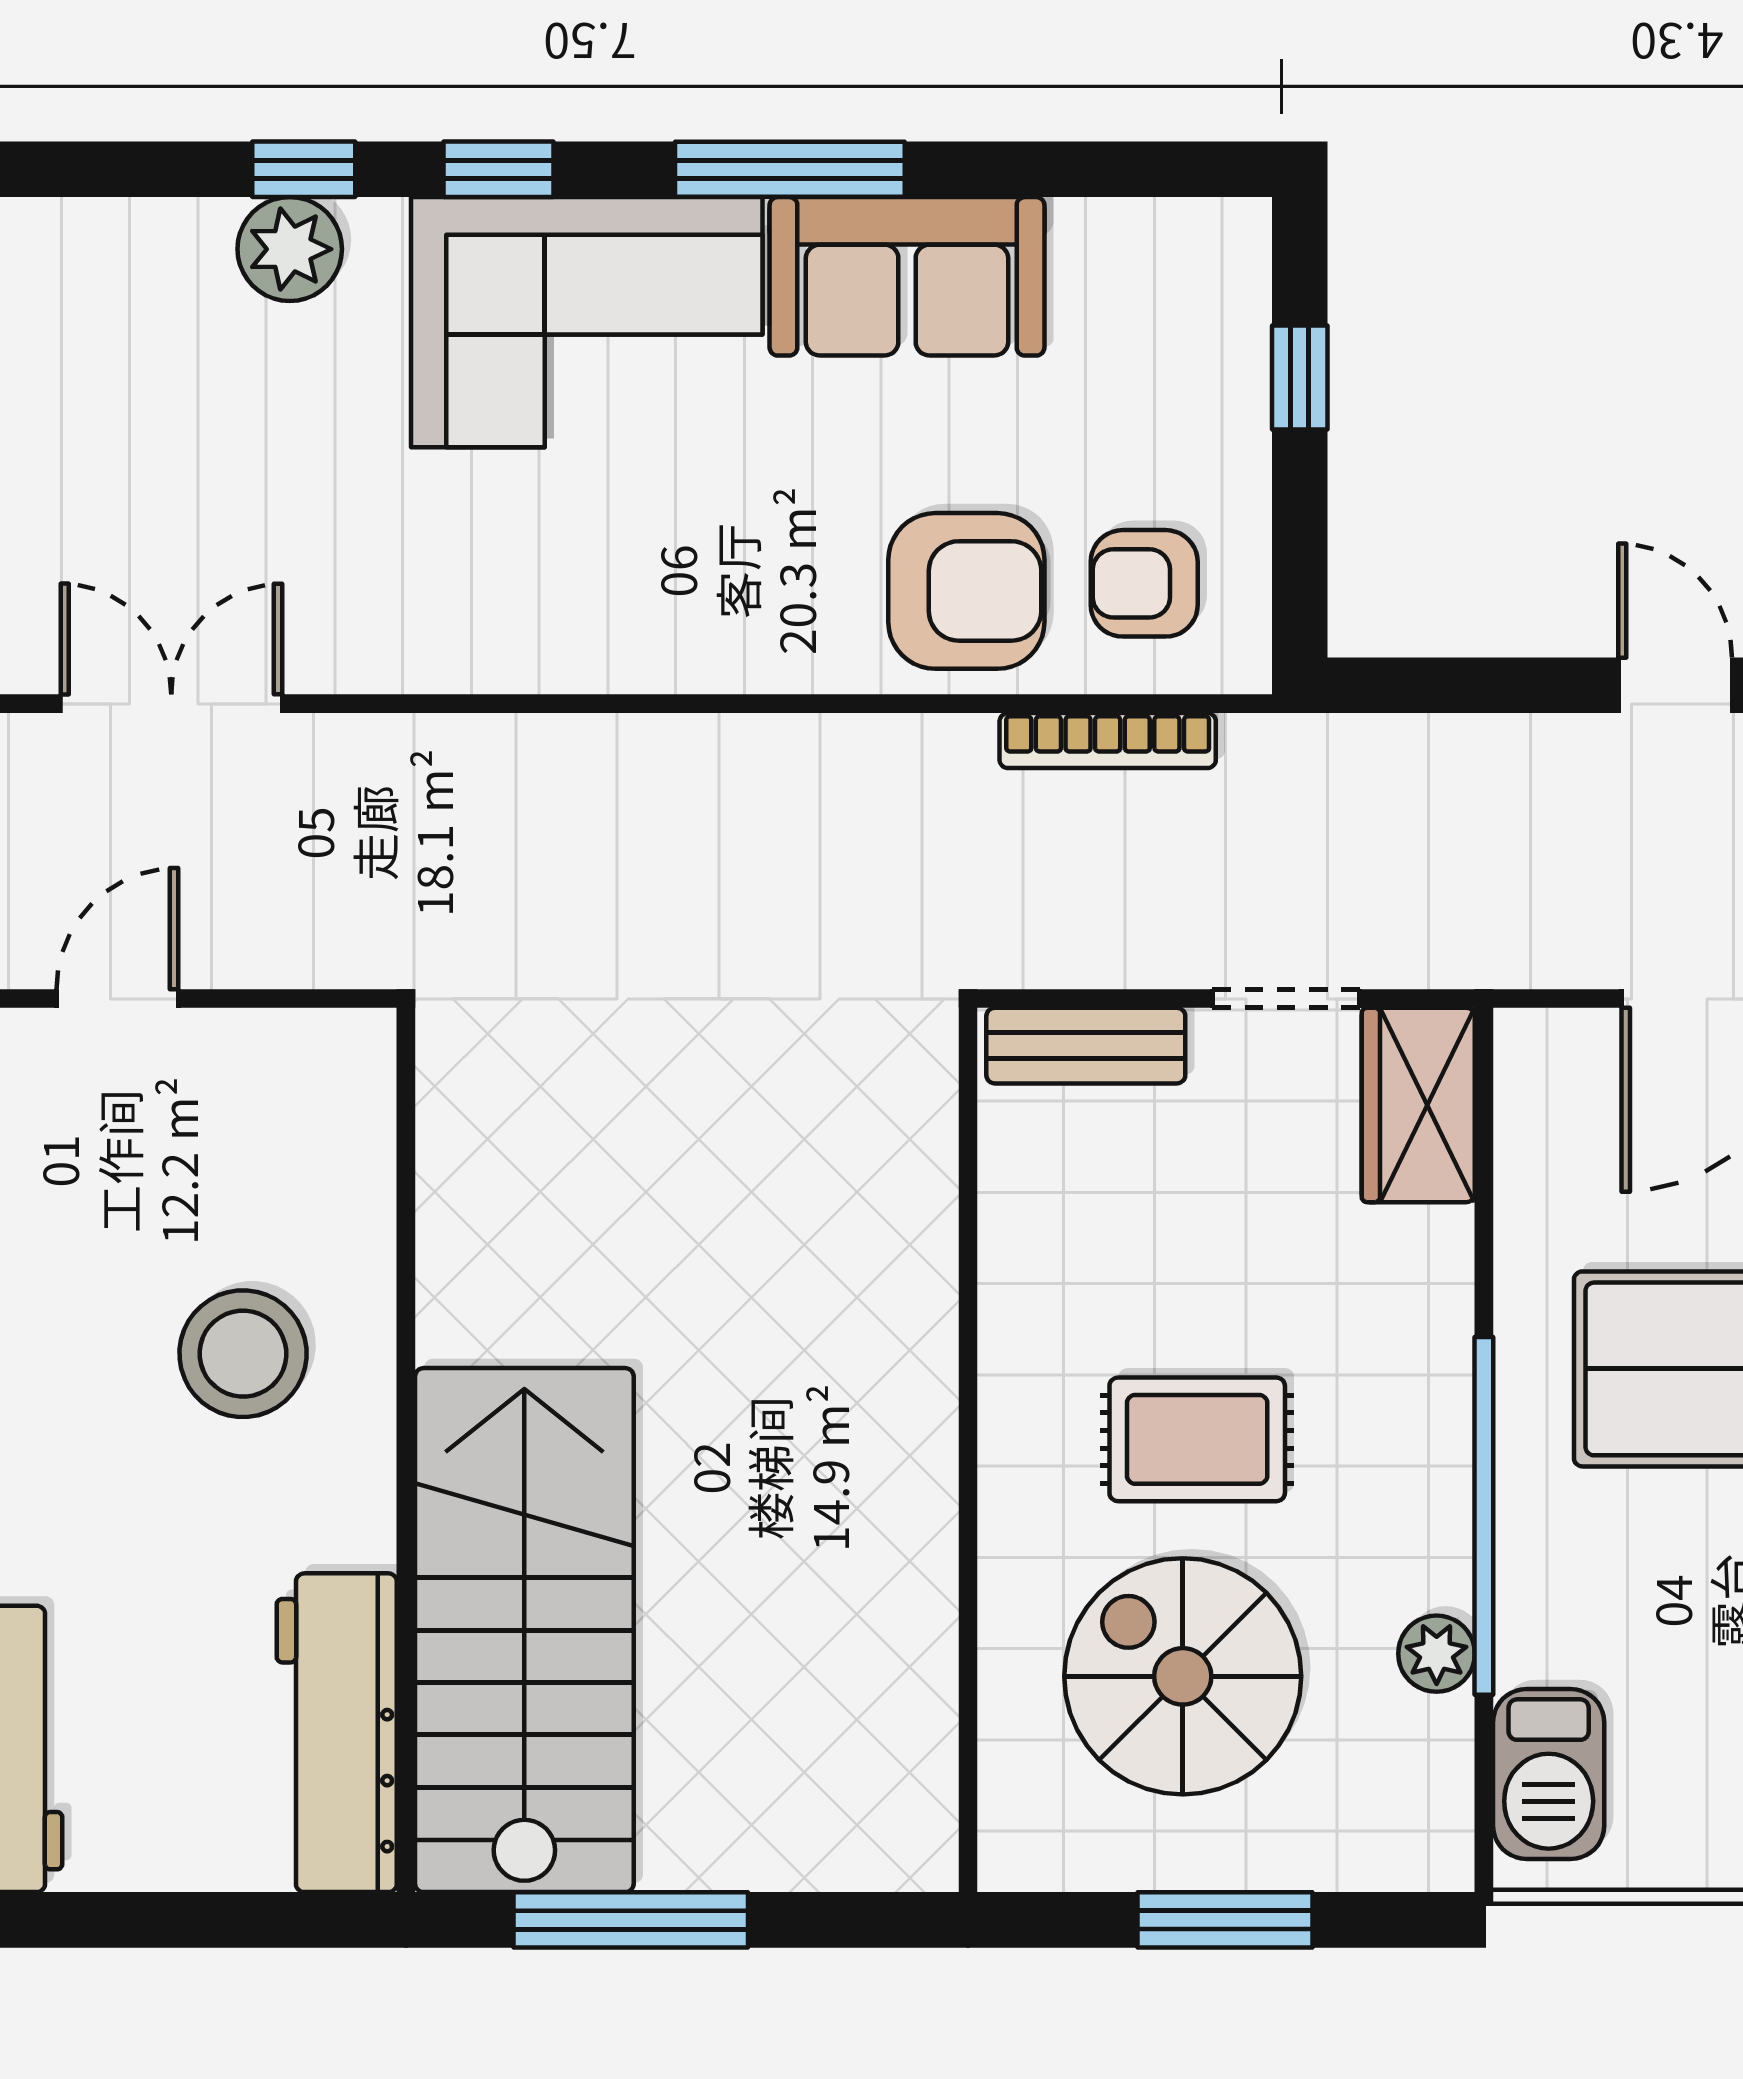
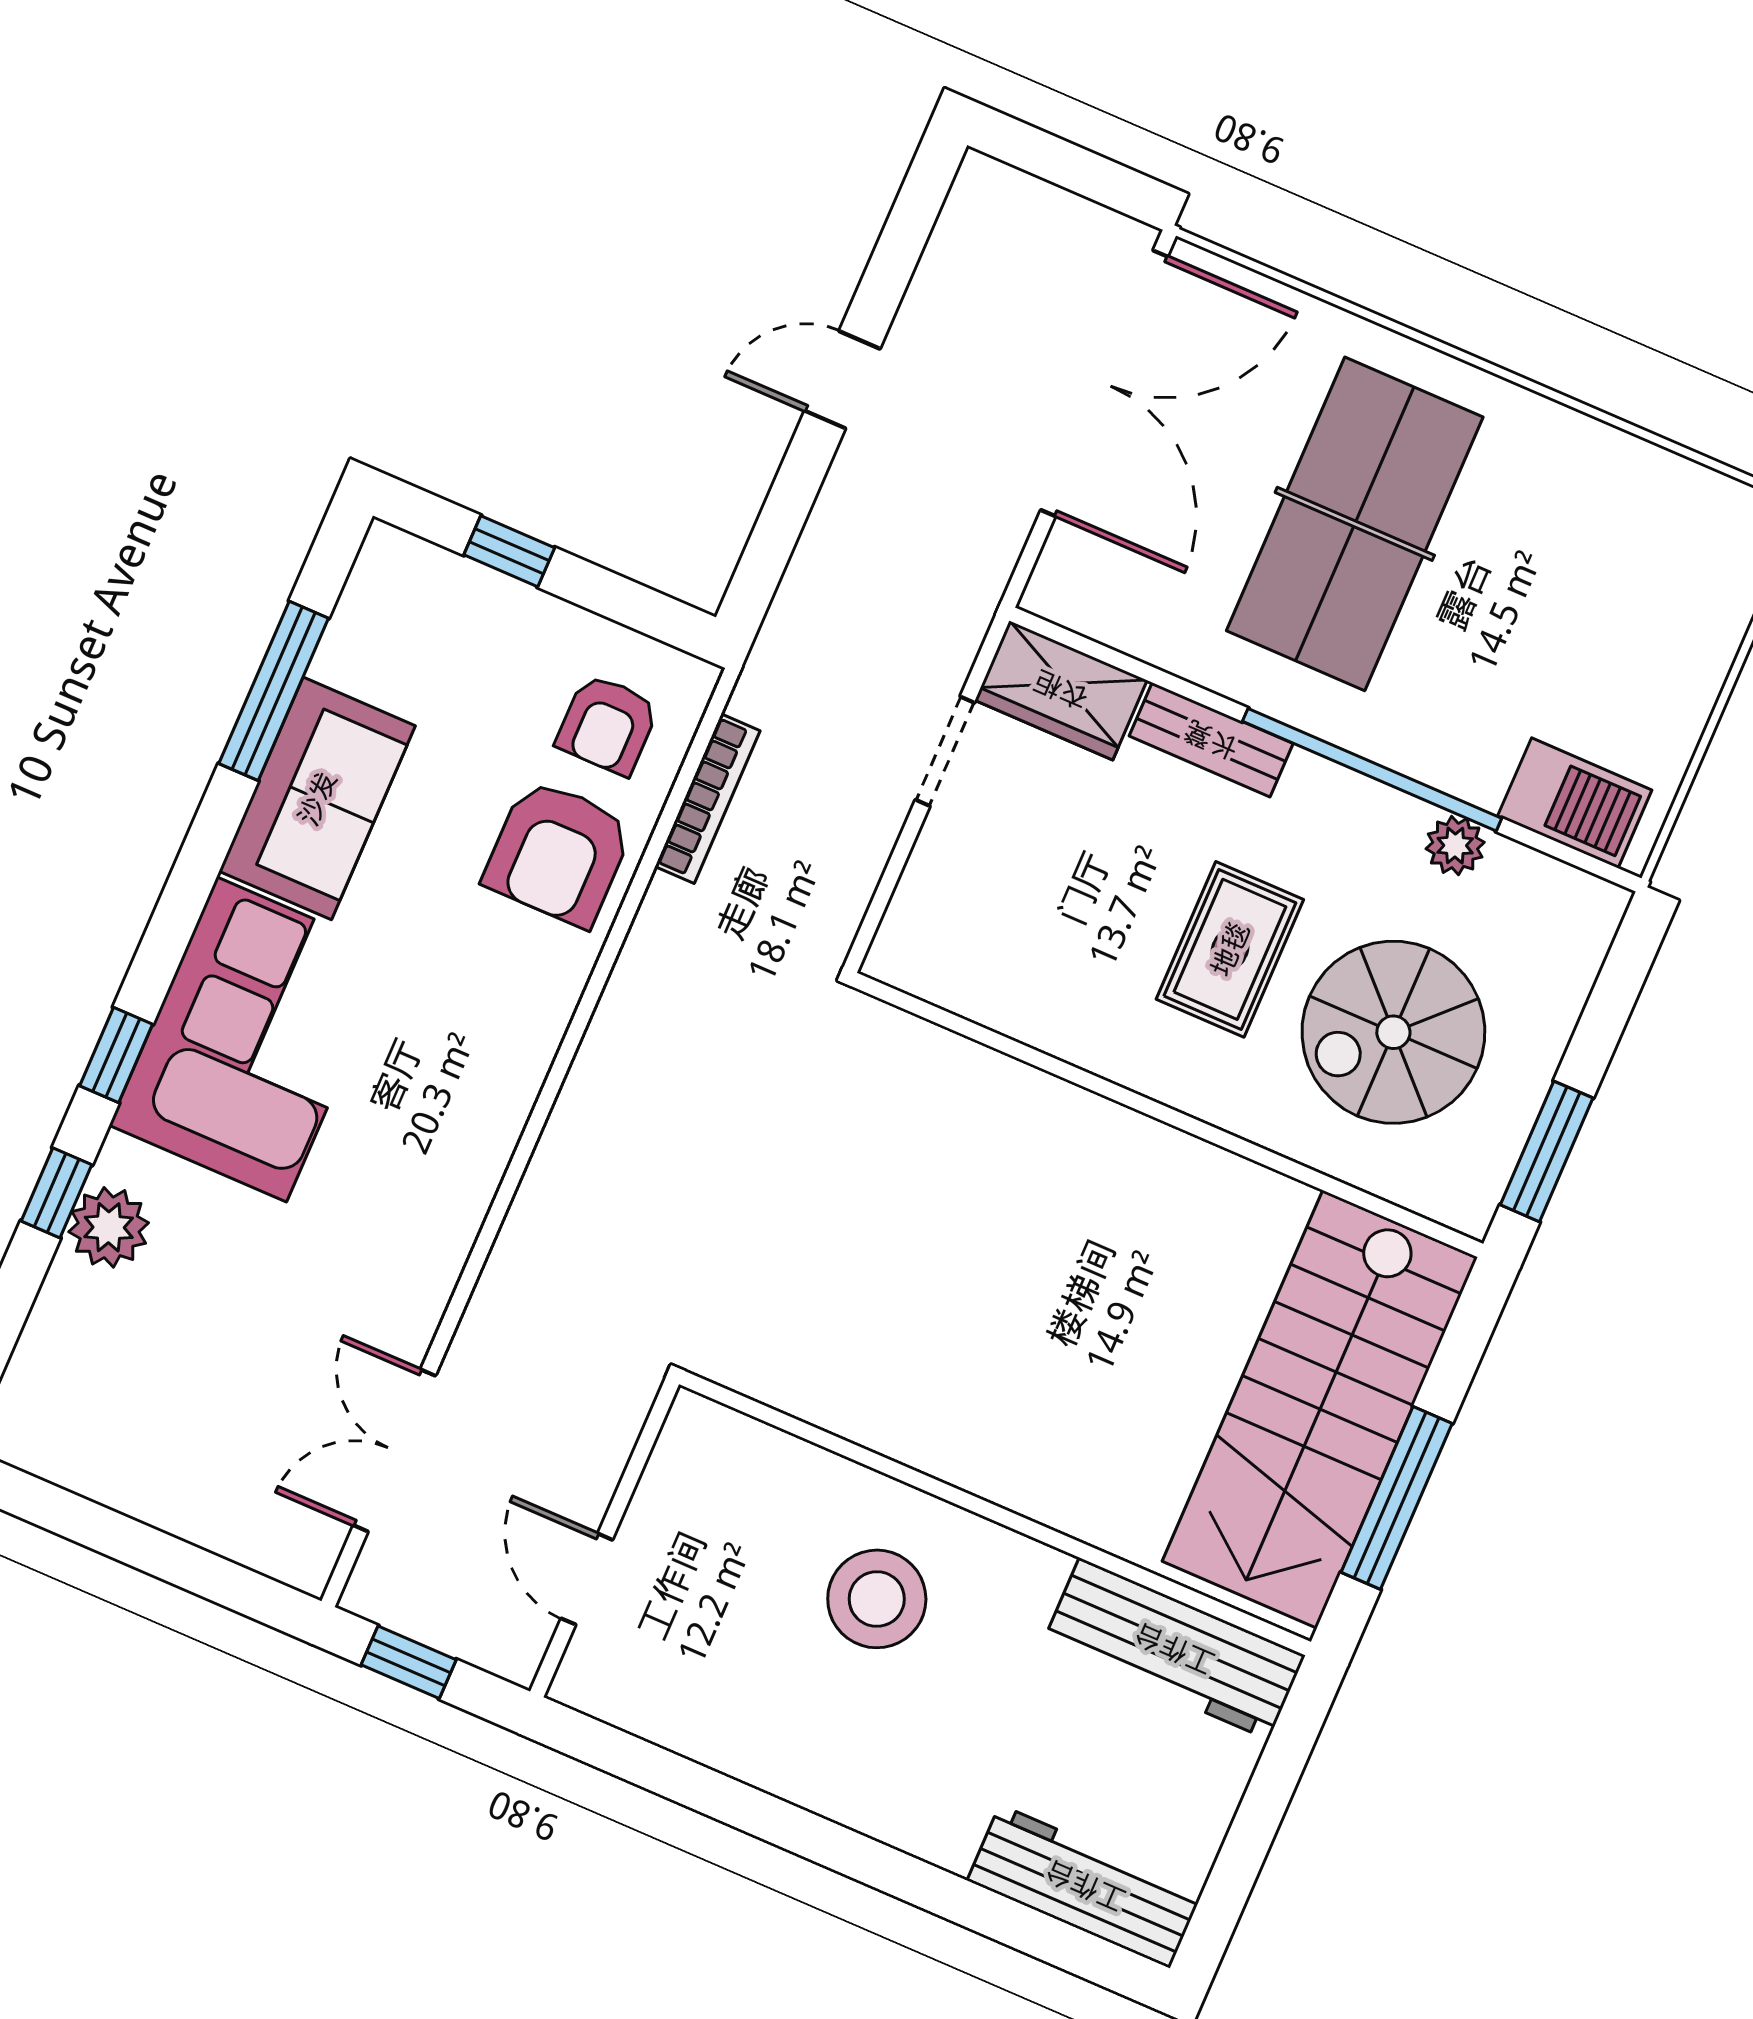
window: (790, 169) -> (274, 691), moved
armchair: (966, 591) -> (558, 853), turned 180
bench: (1086, 1046) -> (1211, 740), moved, turned 90
stairs: (524, 1630) -> (1320, 1409), moved, turned -90
window: (1225, 1920) -> (1547, 1151), moved

